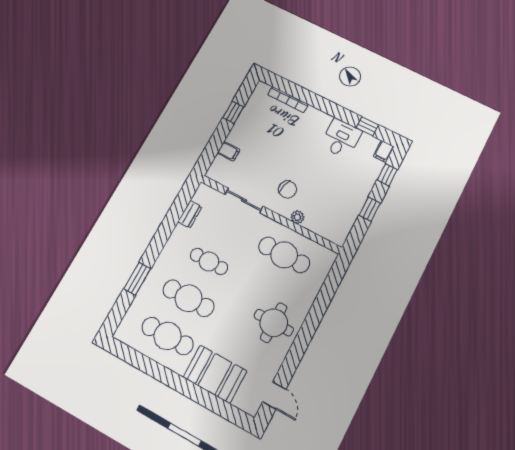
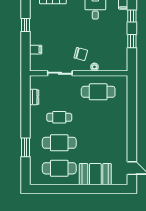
round table: (274, 323) -> (112, 131), removed

